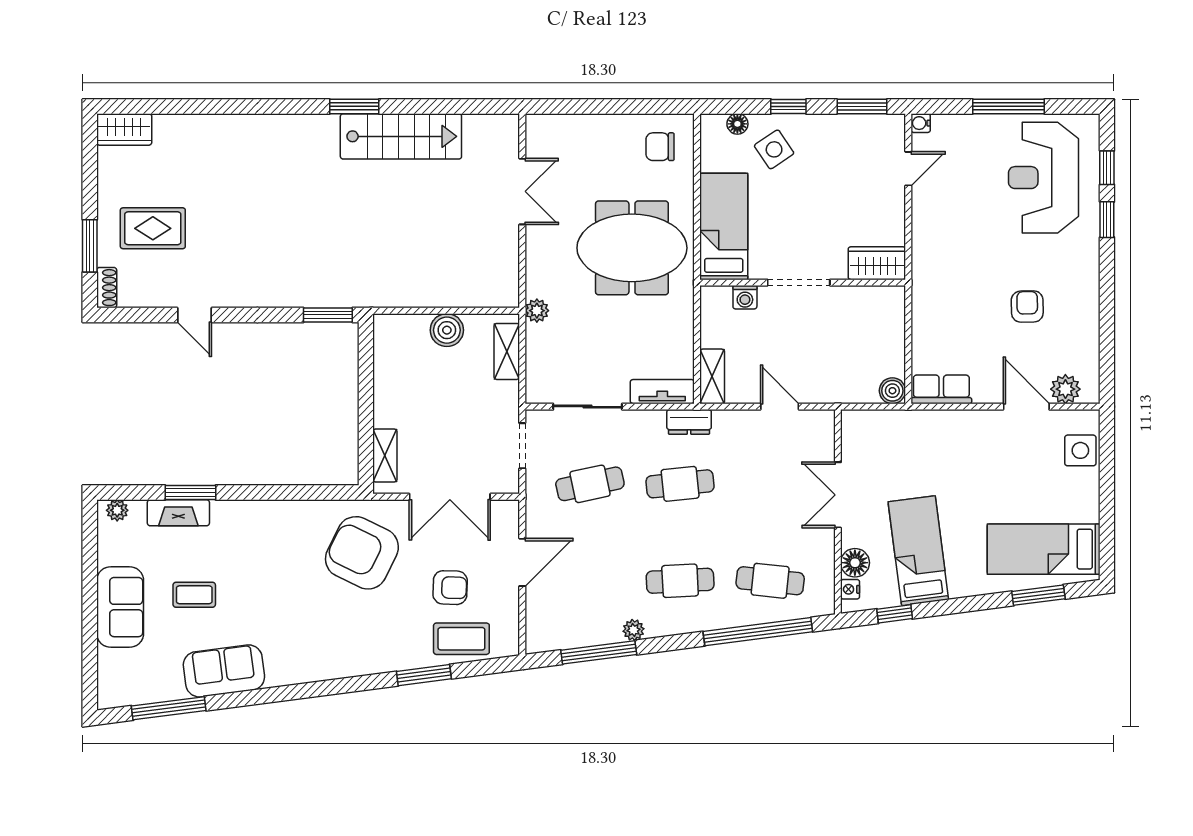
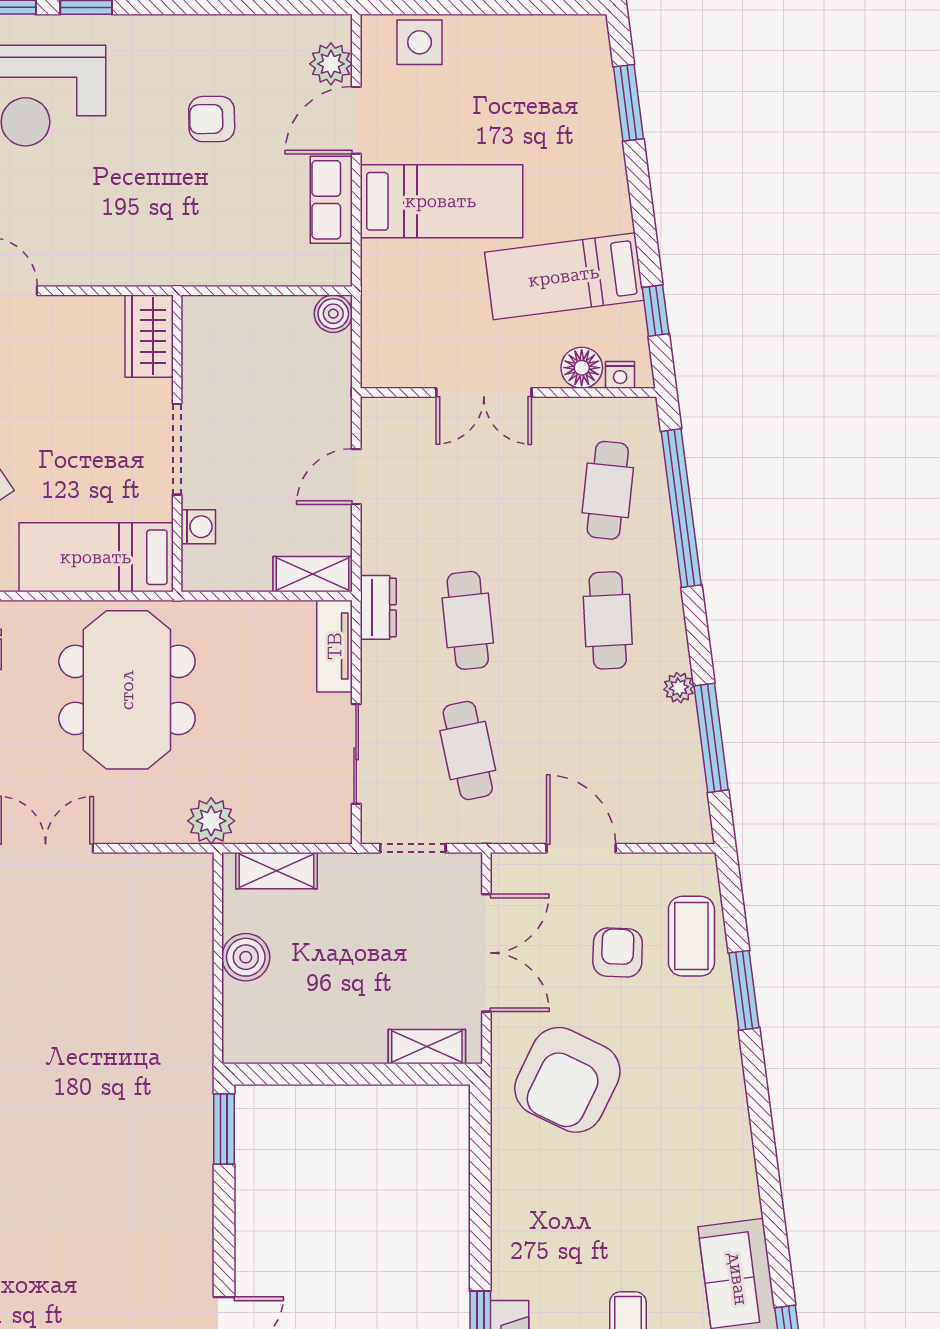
plant: (537, 311) -> (211, 821), width x1.38, depth x1.38
row of seats: (941, 389) -> (331, 200), moved
bed: (1044, 549) -> (441, 201), moved, turned -90

